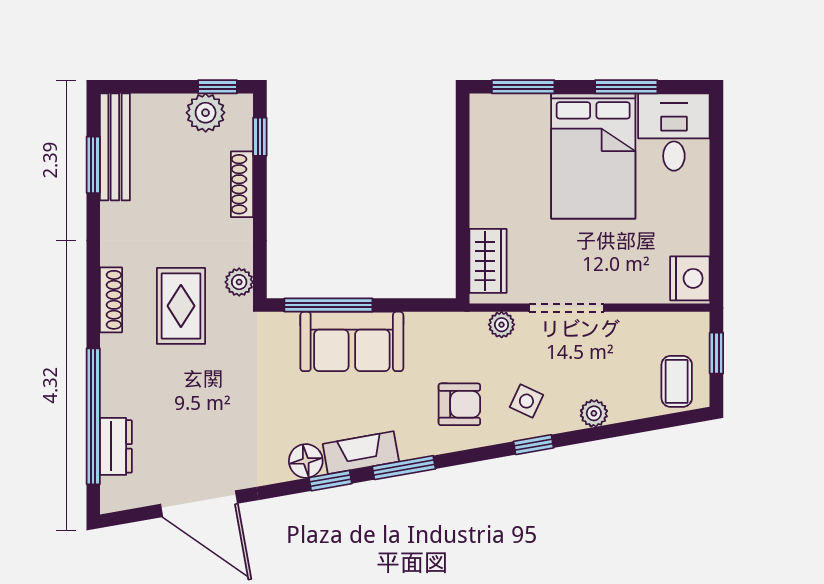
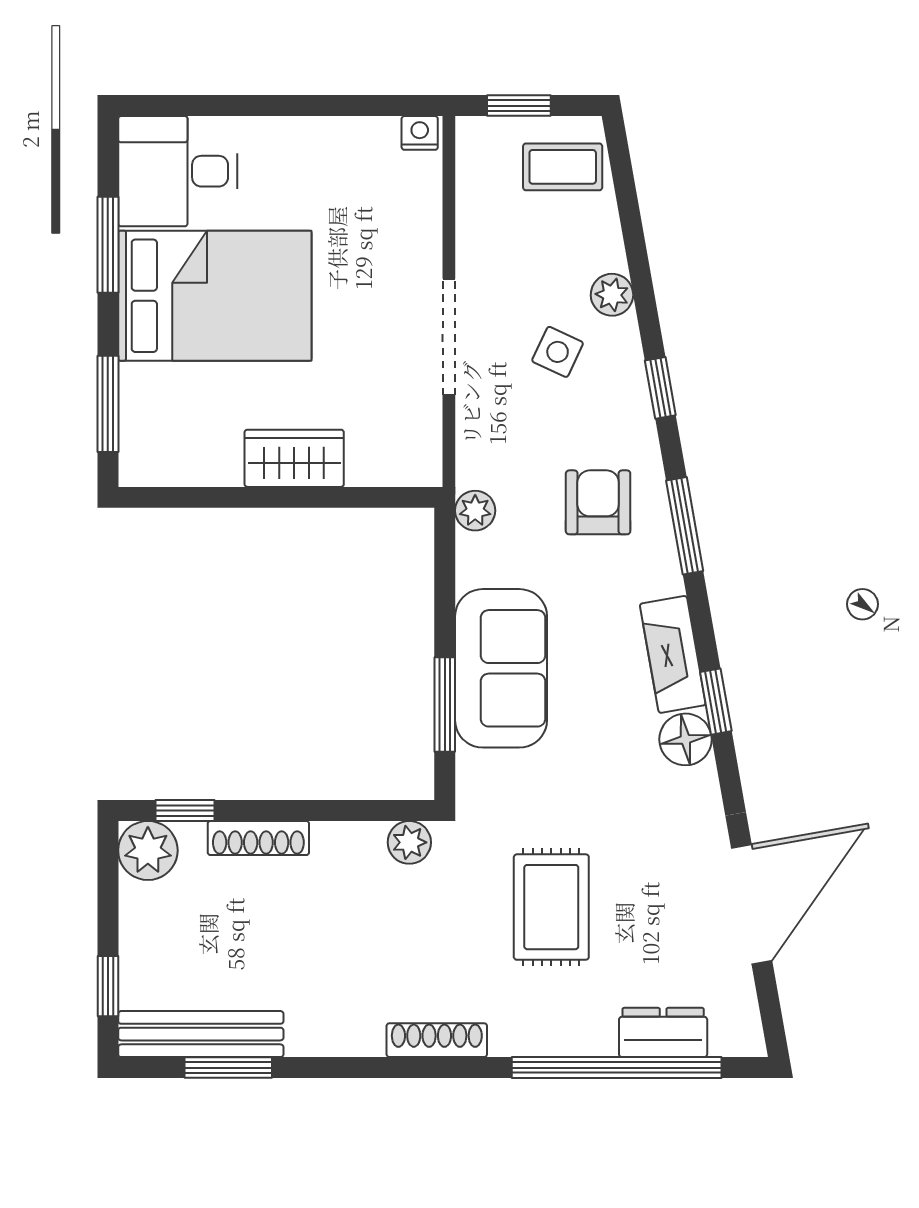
window: (217, 87) -> (108, 986), moved
plant: (206, 113) -> (148, 850), moved
wardrobe: (488, 261) -> (294, 458), moved
nightstand: (690, 278) -> (420, 133), width x0.53, depth x0.56
window: (328, 305) -> (445, 705), width x0.69
rug: (181, 306) -> (551, 907), moved, turned 90
plant: (502, 325) -> (475, 511), moved
side table: (526, 401) -> (558, 352), moved
window: (404, 468) -> (685, 526), moved

